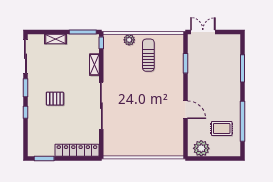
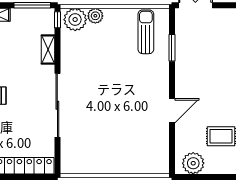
plant: (114, 43) -> (75, 20), added
sun lounger: (148, 55) -> (146, 32), moved
door: (186, 110) -> (172, 111), hinge flipped

